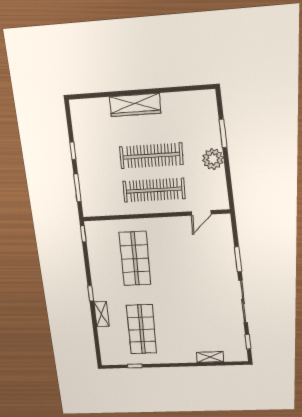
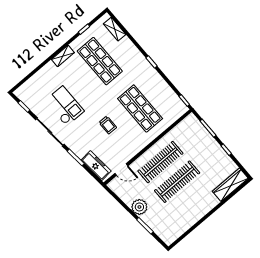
wardrobe: (135, 105) -> (230, 185), moved
door: (201, 213) -> (121, 170), swing flipped
freezer: (224, 236) -> (96, 166), added
trolley: (180, 267) -> (108, 125), added
shelving: (101, 314) -> (115, 29), moved
checkout: (209, 315) -> (65, 106), added
shelving: (210, 357) -> (63, 56), moved

